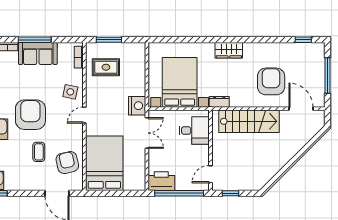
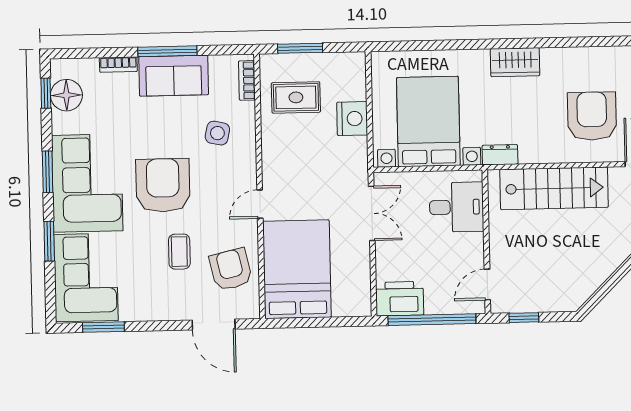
side table: (70, 92) -> (217, 133), moved
nightstand: (137, 106) -> (352, 119), moved
door: (84, 115) -> (260, 204), moved

